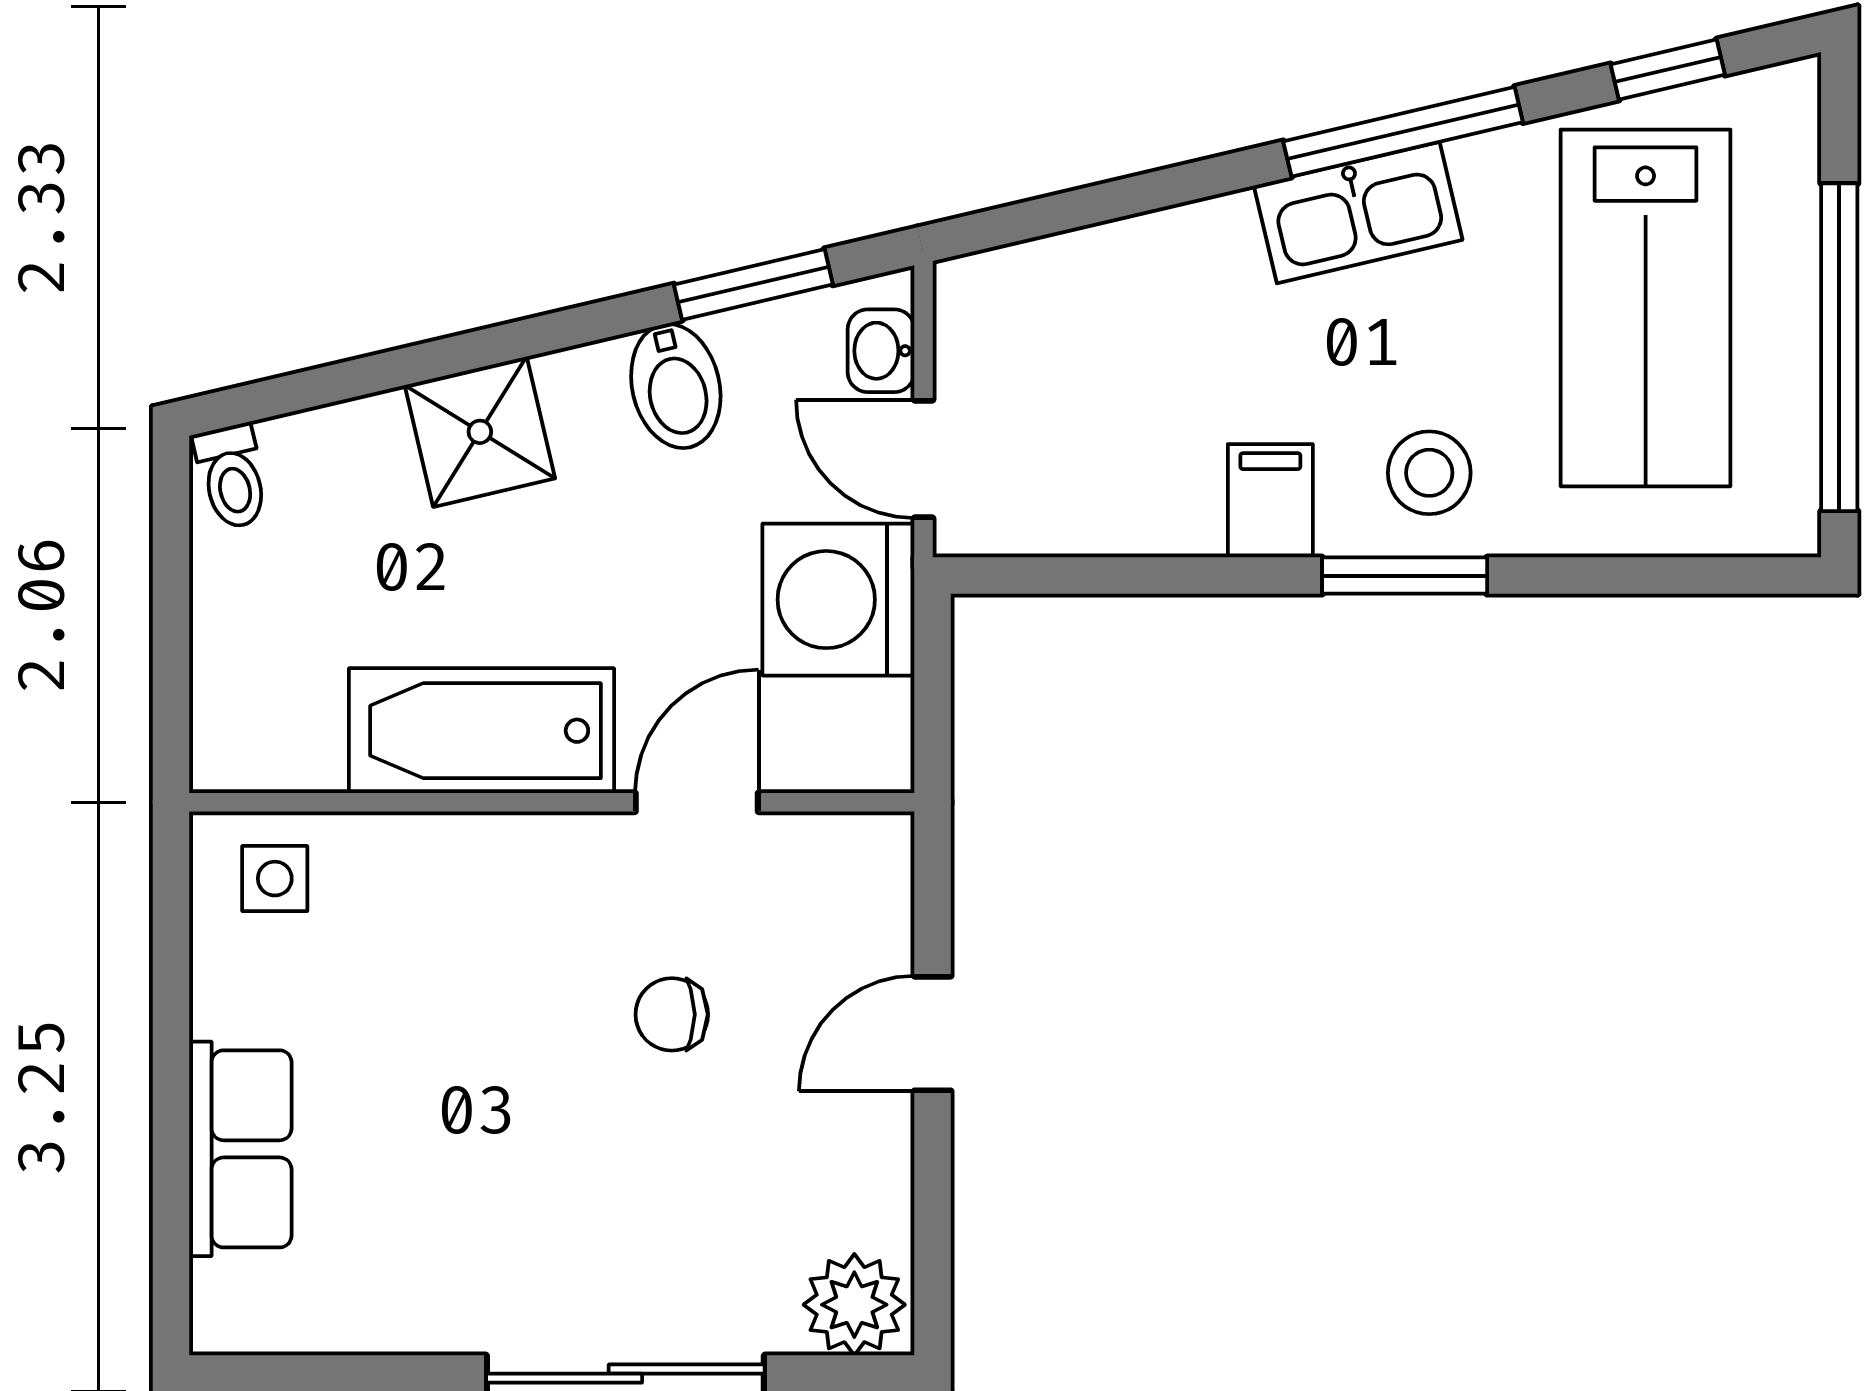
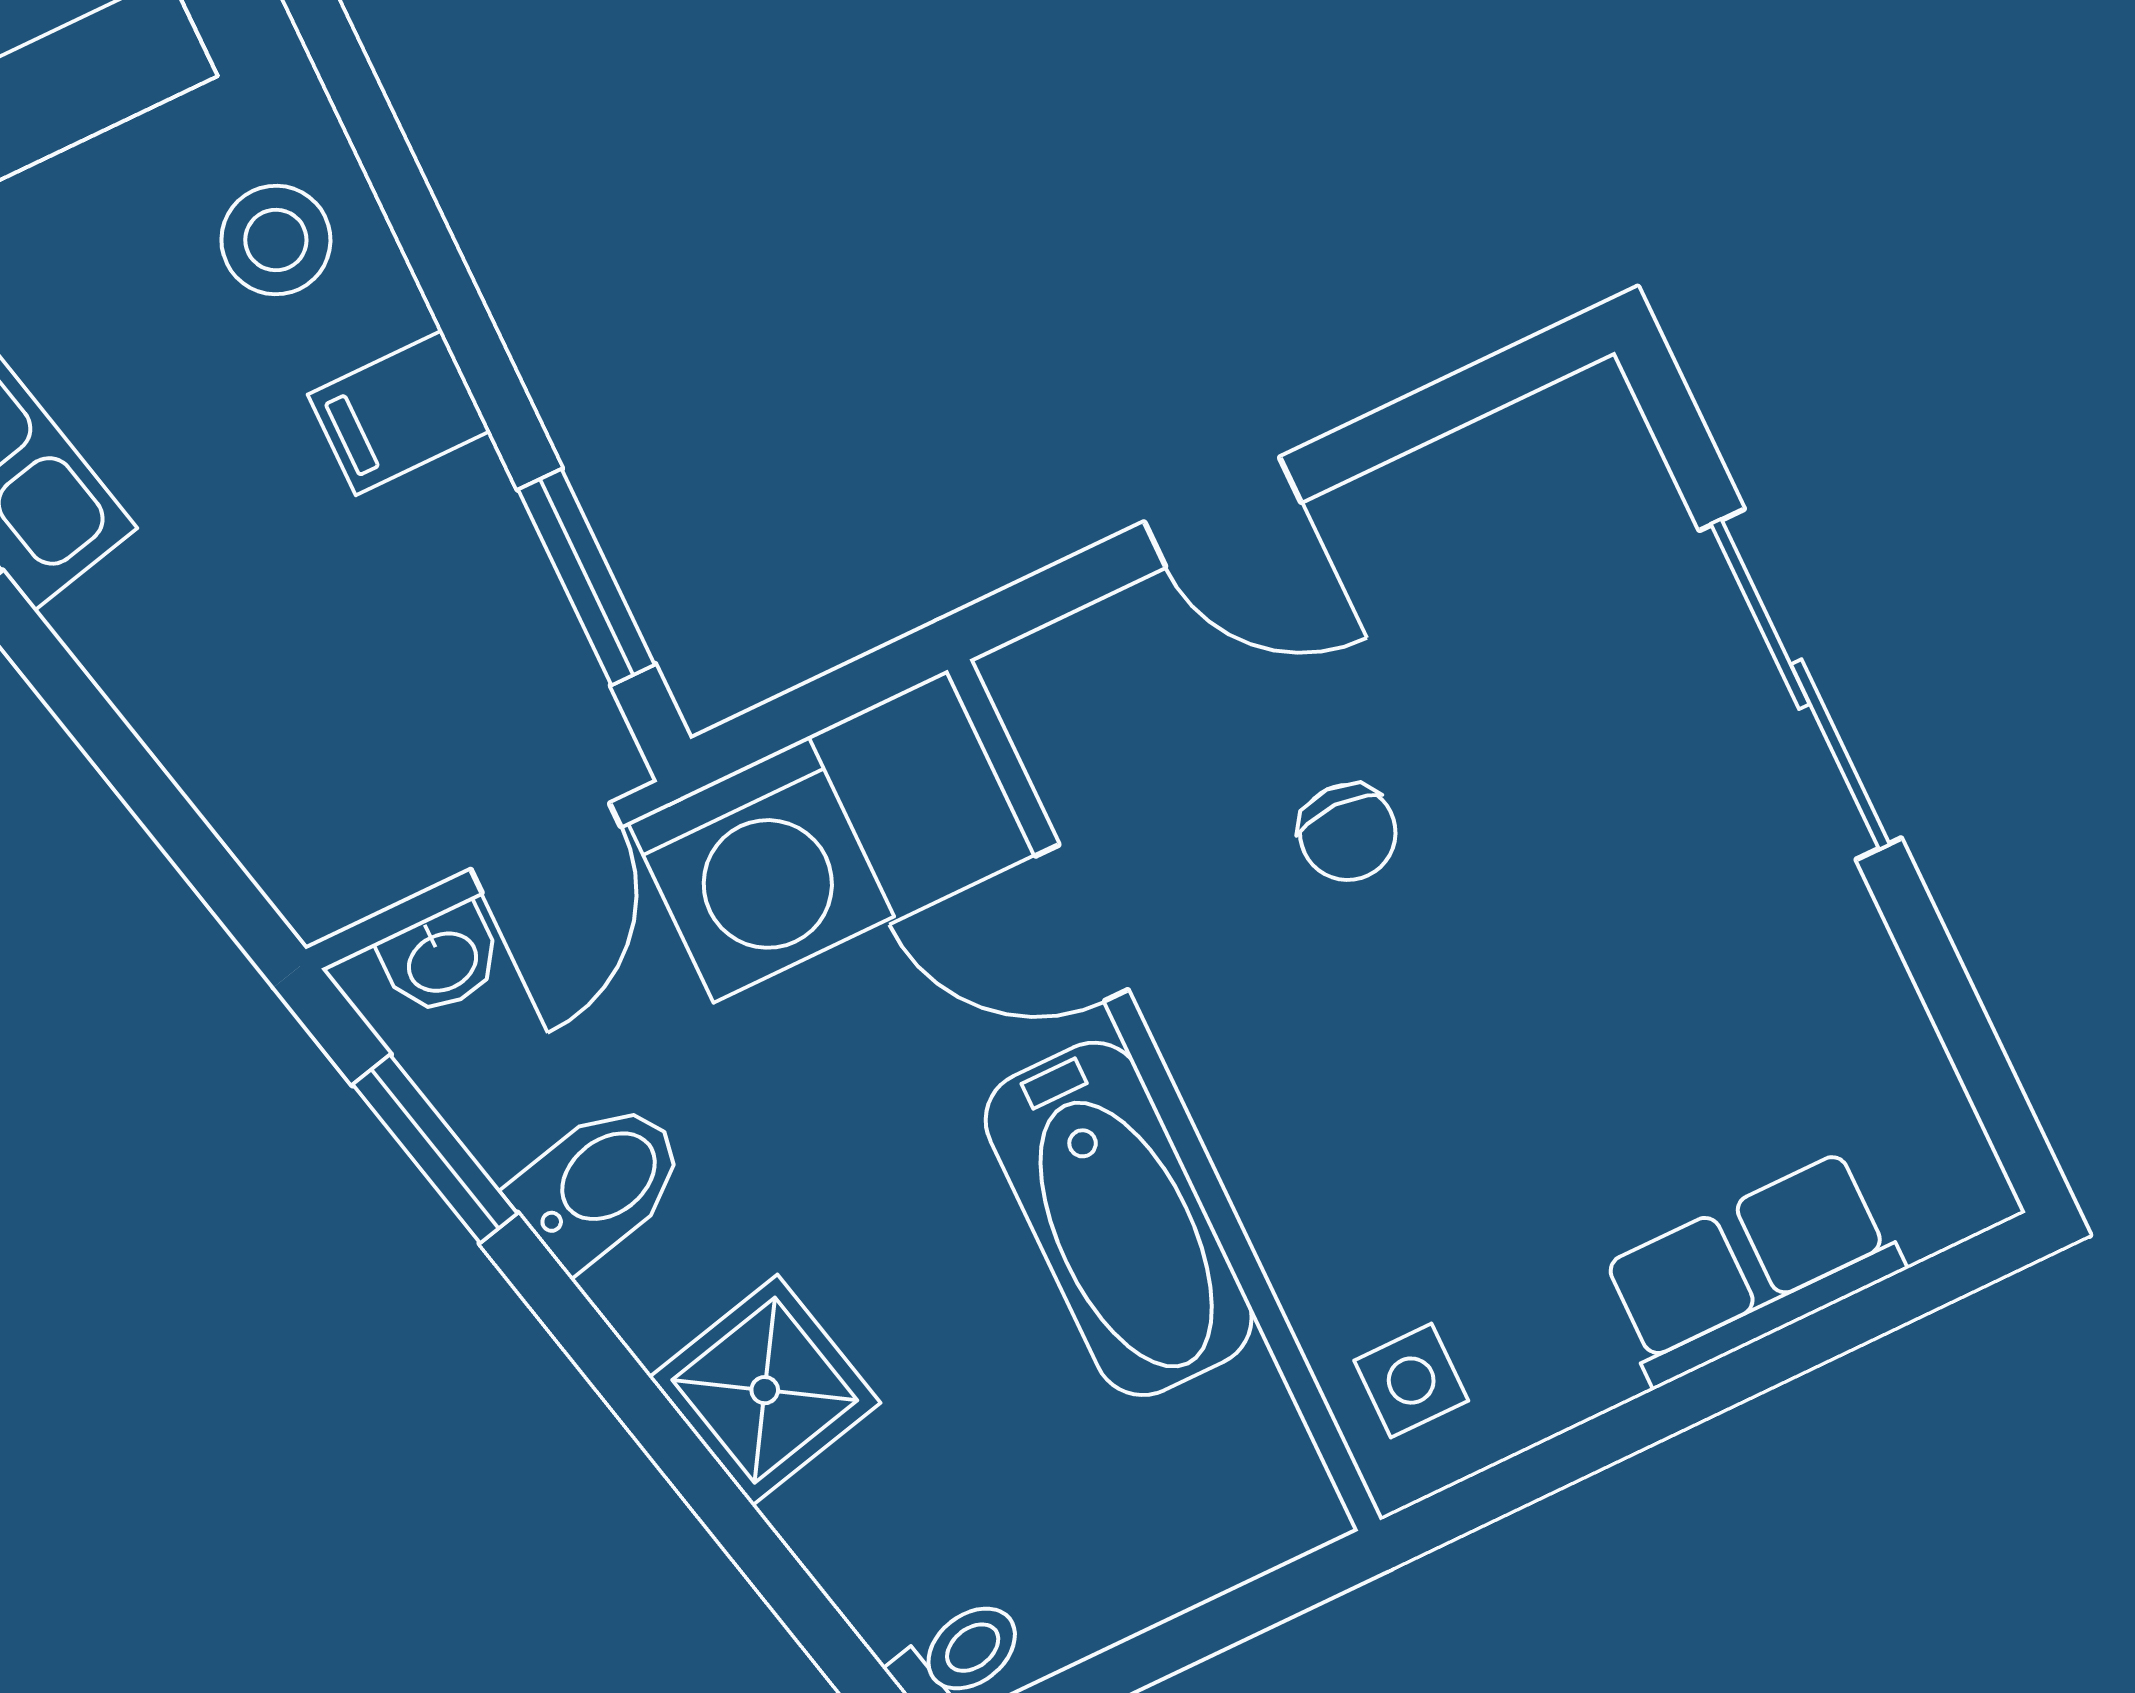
window: (1405, 576) -> (586, 577), moved
plant: (854, 1305) -> (1589, 452), removed

